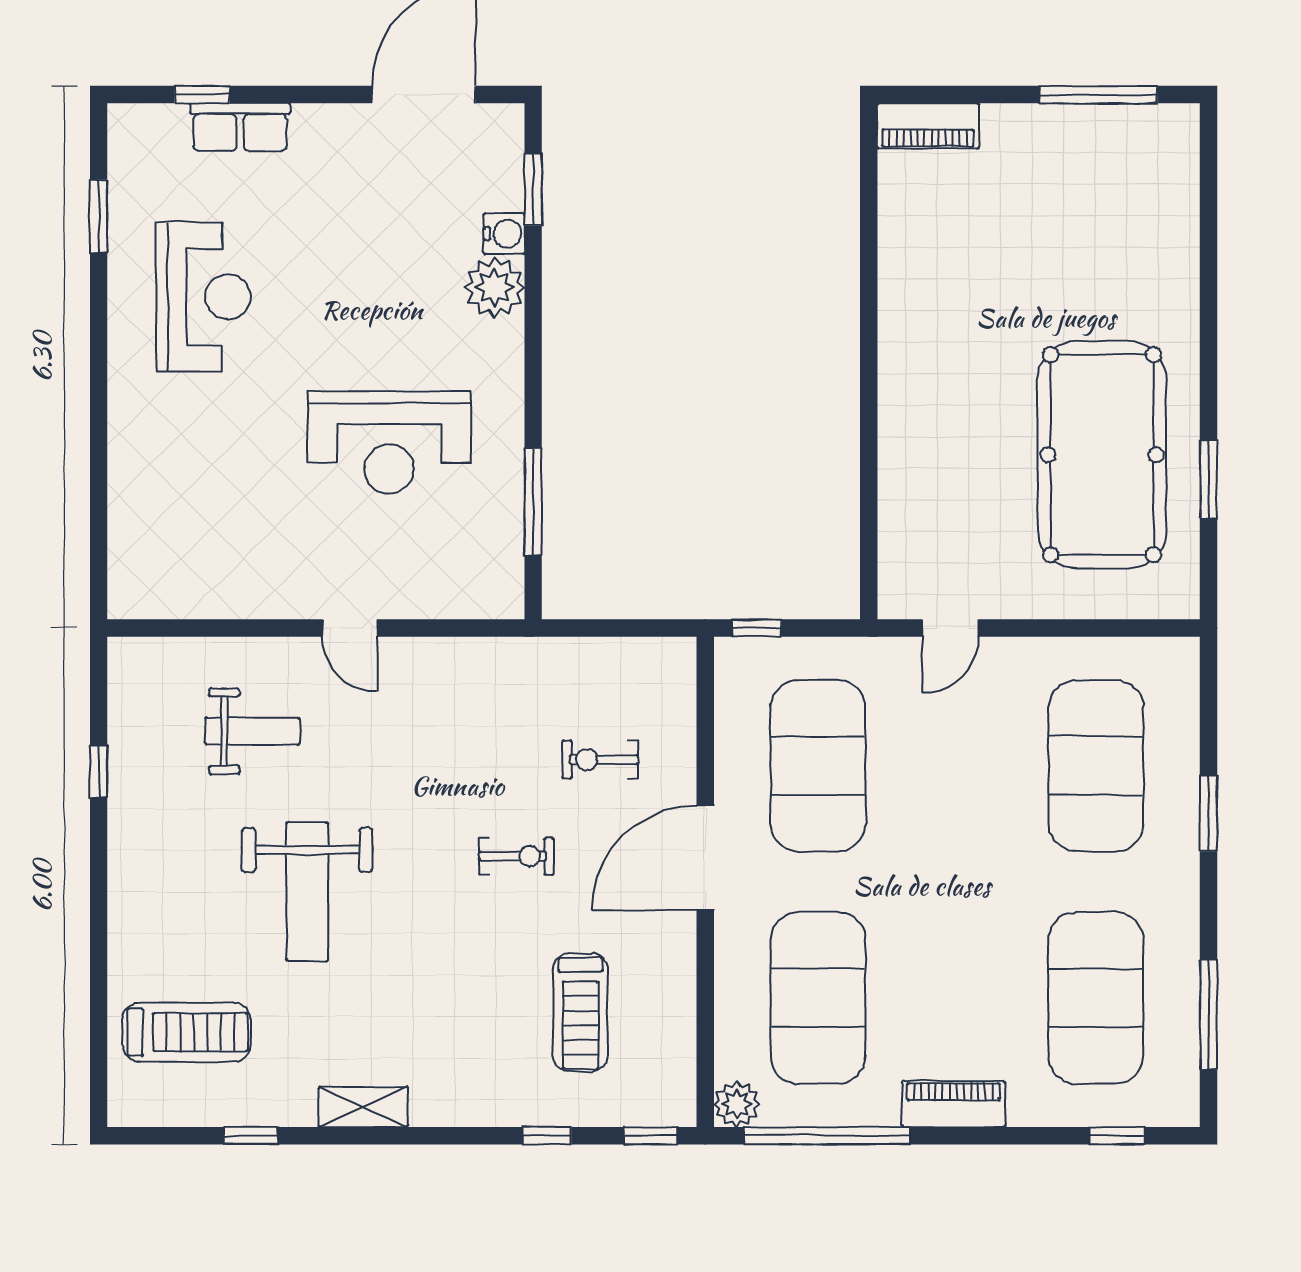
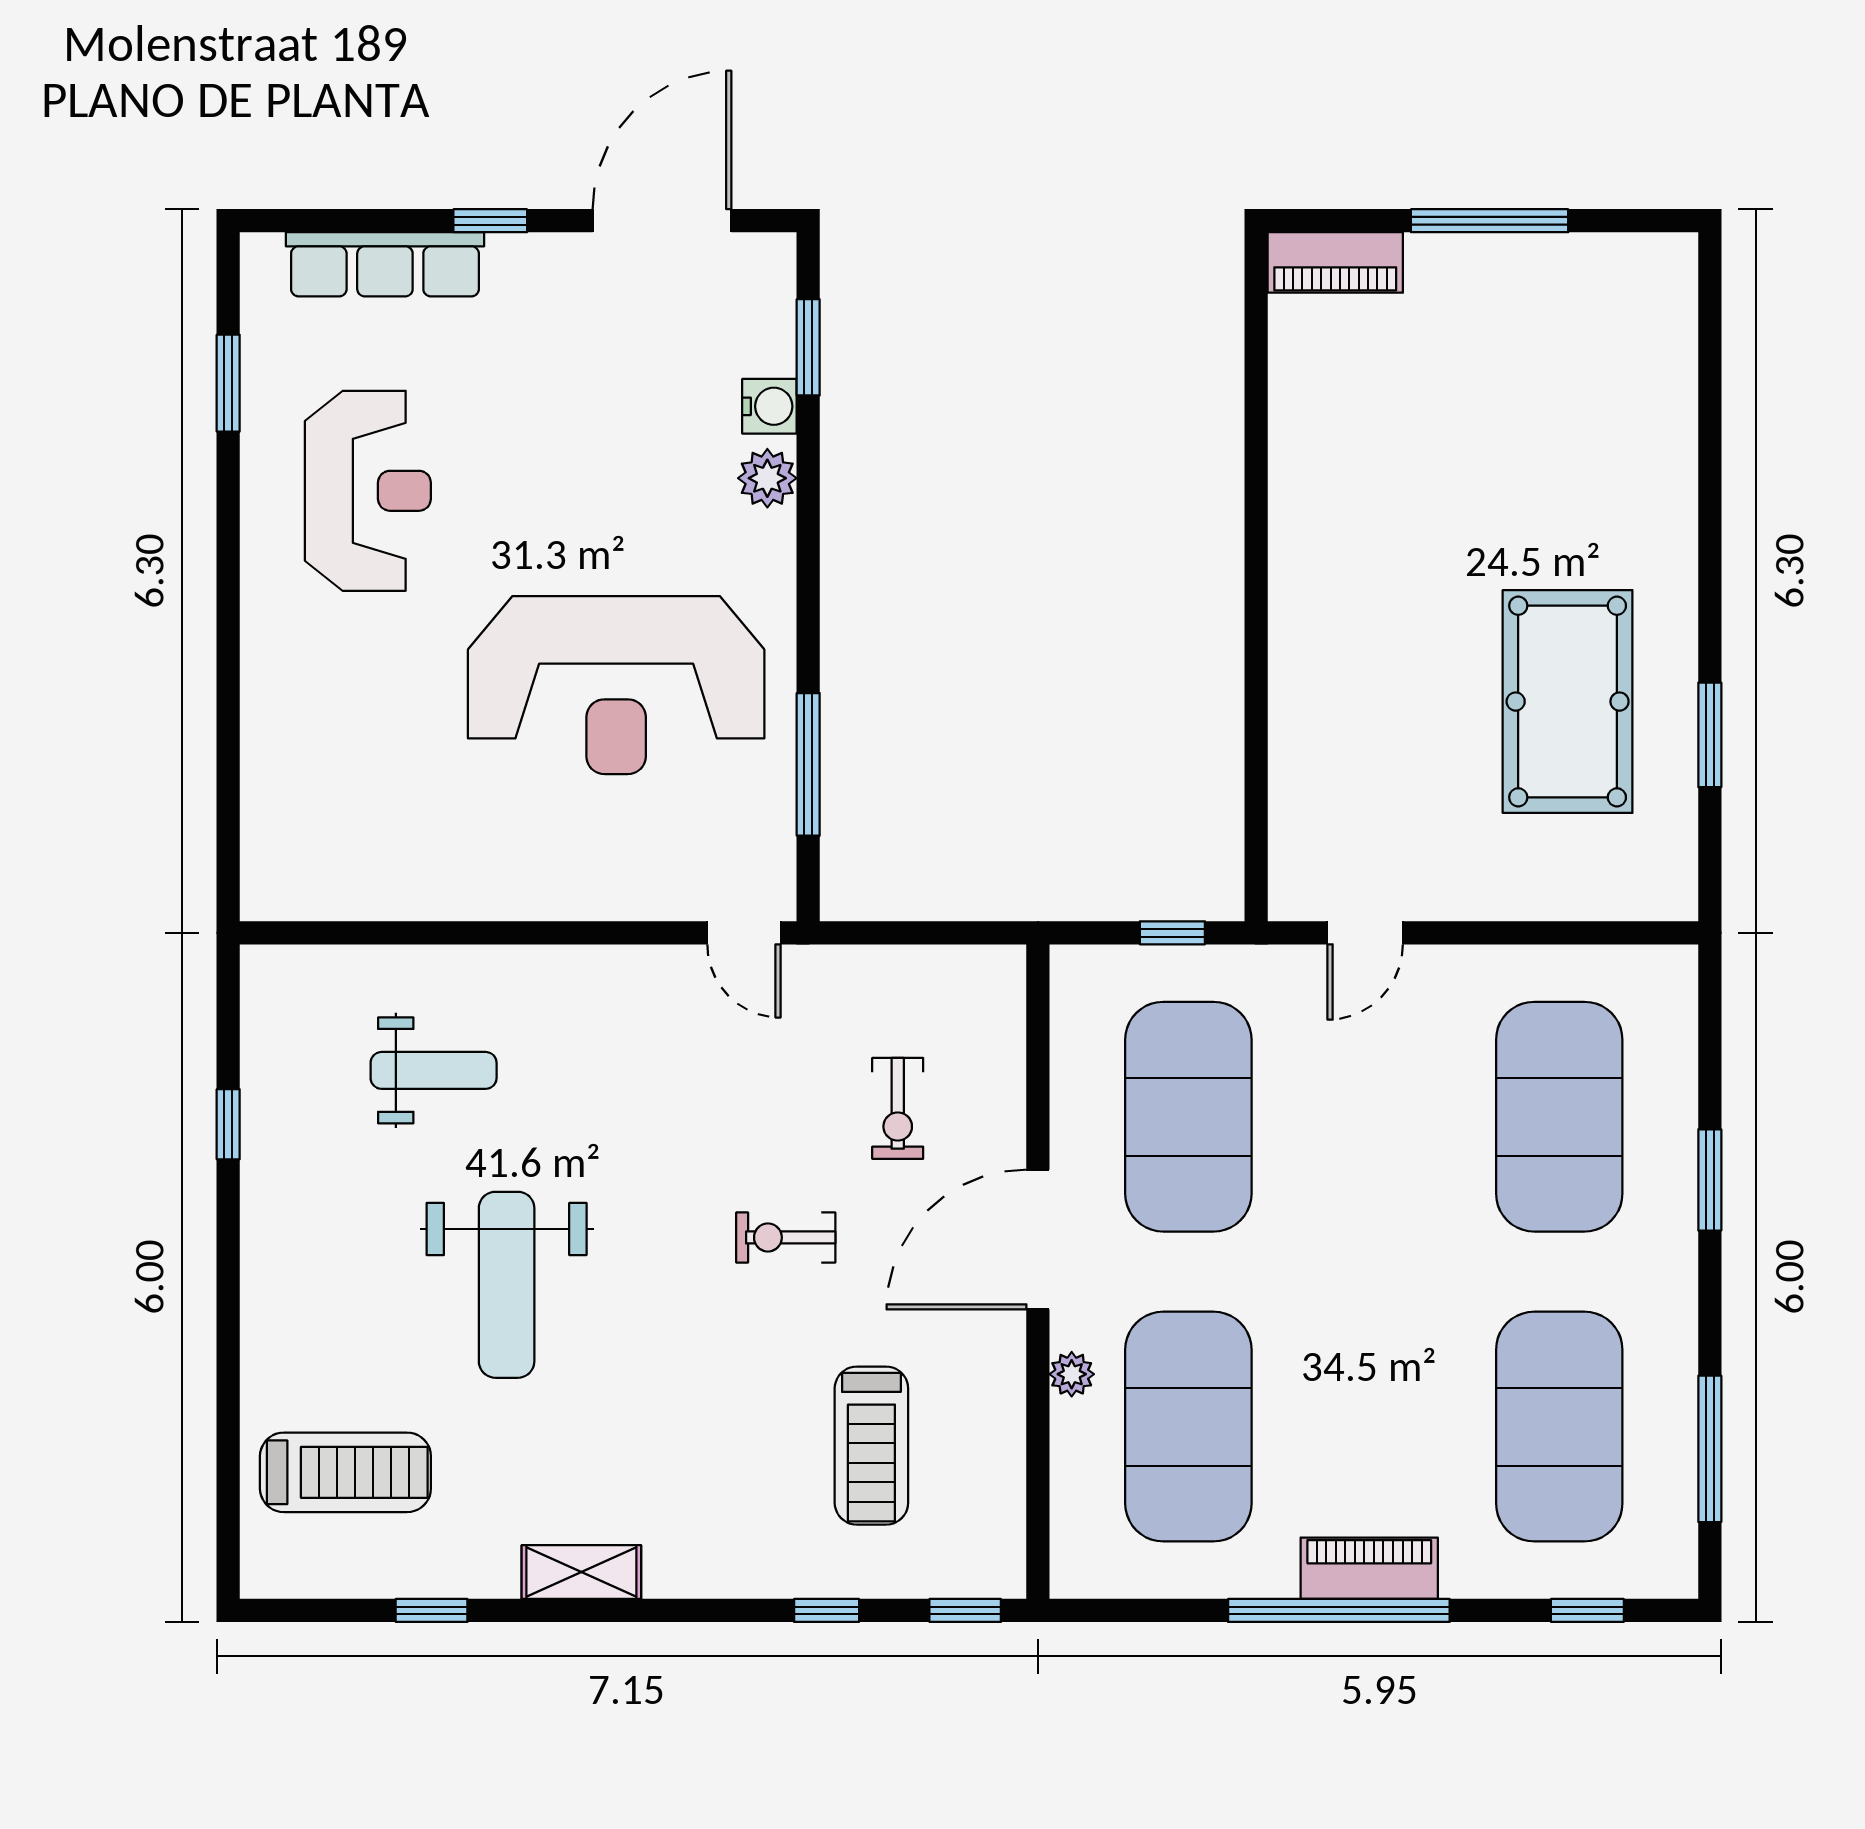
window: (202, 95) -> (490, 221), moved
window: (1098, 95) -> (1490, 221), moved
row of seats: (240, 127) -> (385, 264), width x1.48
plant: (495, 287) -> (767, 478), width x0.73, depth x0.73
reception desk: (389, 442) -> (616, 685), width x1.36, depth x1.30
pool table: (1102, 455) -> (1568, 702), width x0.73, depth x0.76
door: (350, 628) -> (744, 933), moved
window: (756, 628) -> (1172, 933), moved
exercise bike: (600, 760) -> (898, 1108), turned -90
exercise bike: (516, 856) -> (786, 1237), turned 180
plant: (737, 1104) -> (1072, 1374), moved, width x0.73, depth x0.73
window: (827, 1136) -> (1339, 1610), moved

